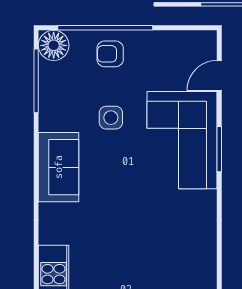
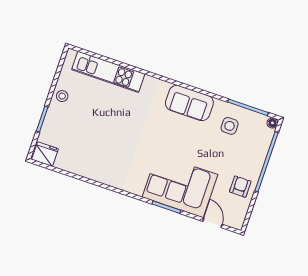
floor lamp: (54, 45) -> (273, 123), width x0.53, depth x0.53
armchair: (110, 54) -> (240, 187), moved
side table: (111, 118) -> (230, 126), moved

